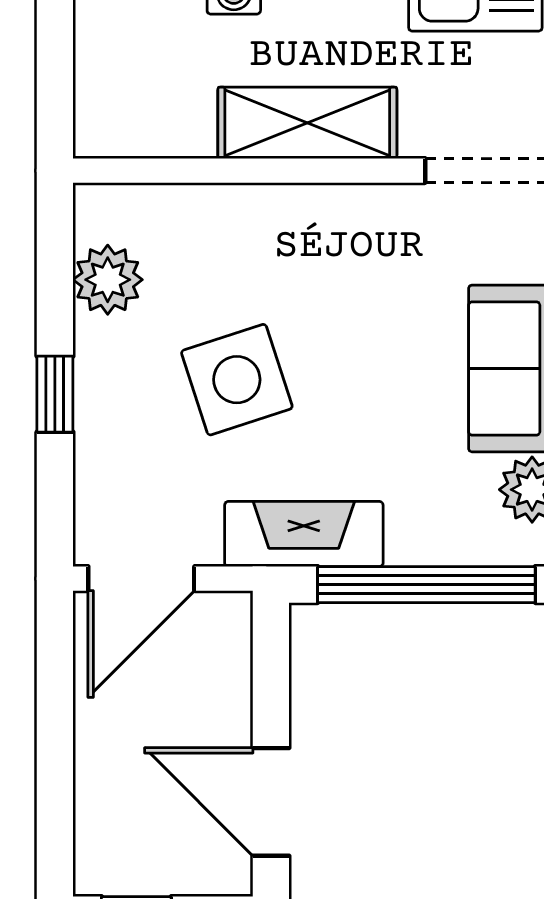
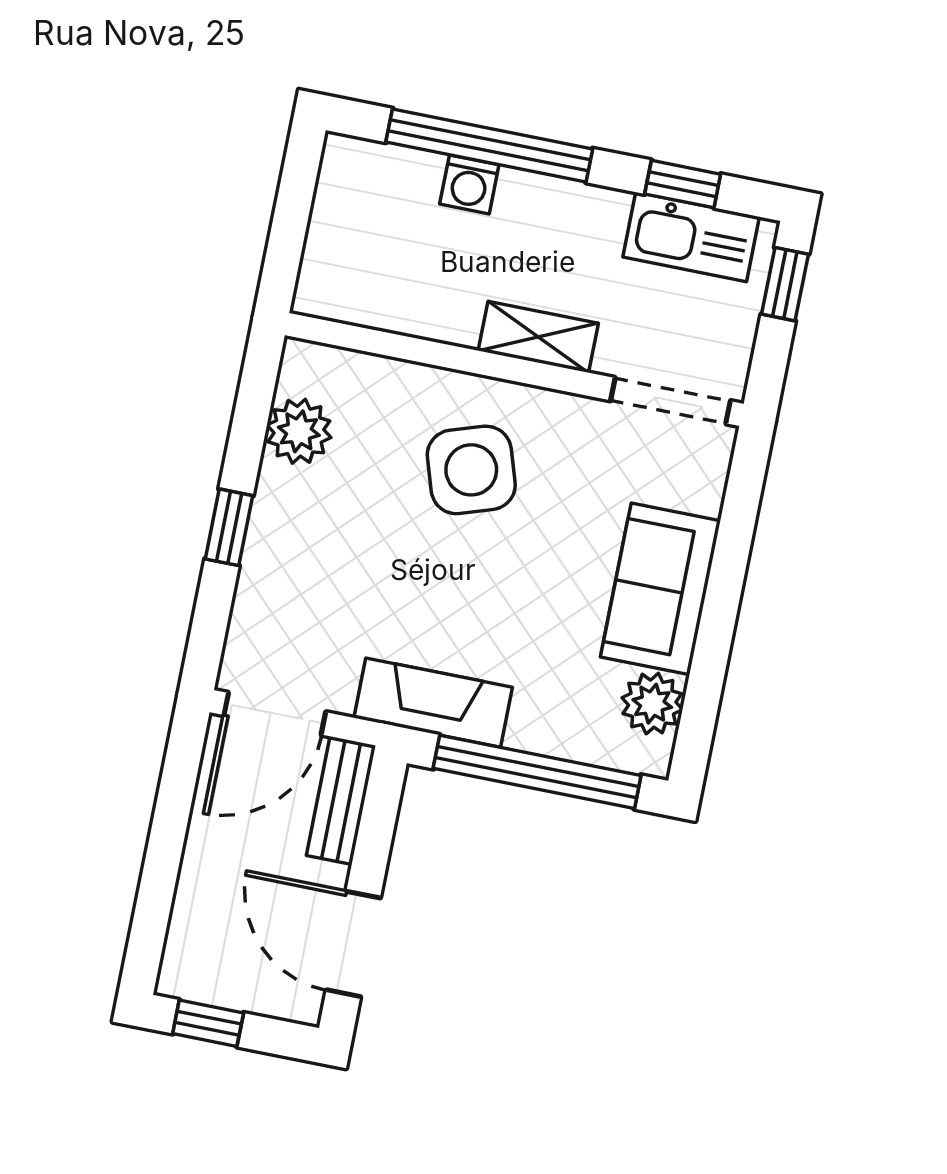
shelving: (307, 123) -> (538, 337), width x0.67, depth x0.75
side table: (237, 380) -> (471, 470), moved
bench: (228, 655) -> (341, 801), added

